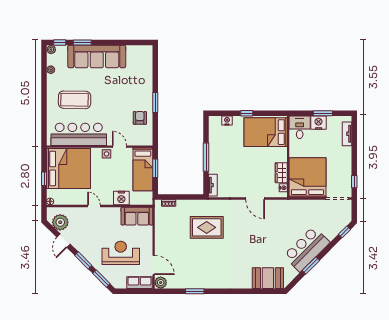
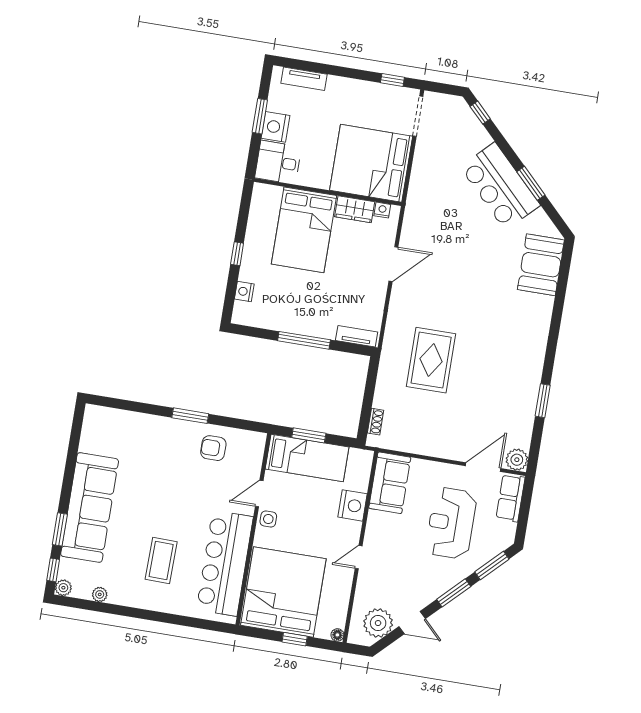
coffee table: (75, 100) -> (161, 561), width x0.73, depth x0.76
bed: (266, 132) -> (304, 230), moved

